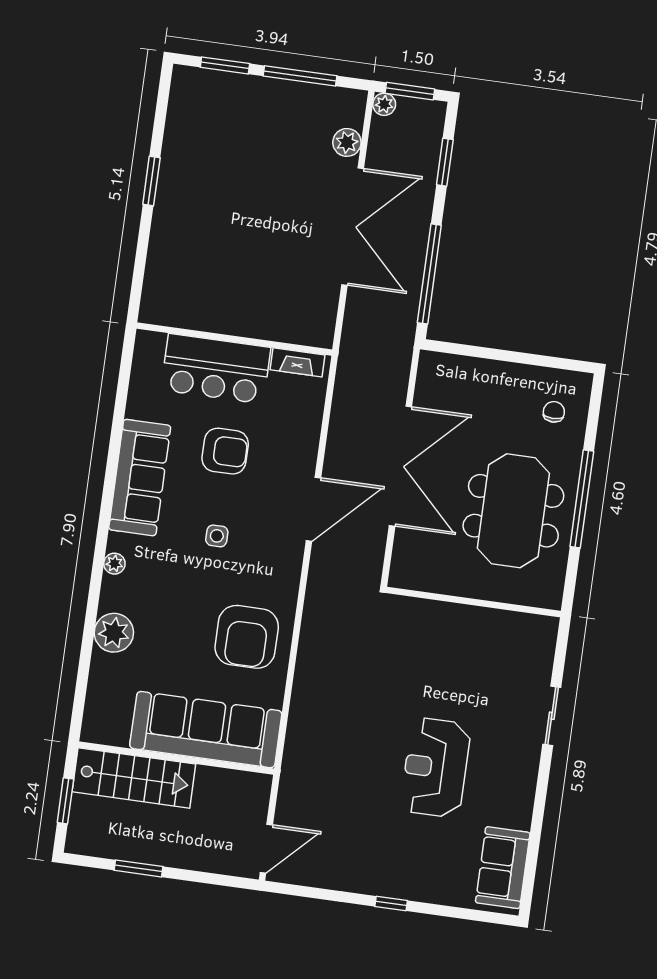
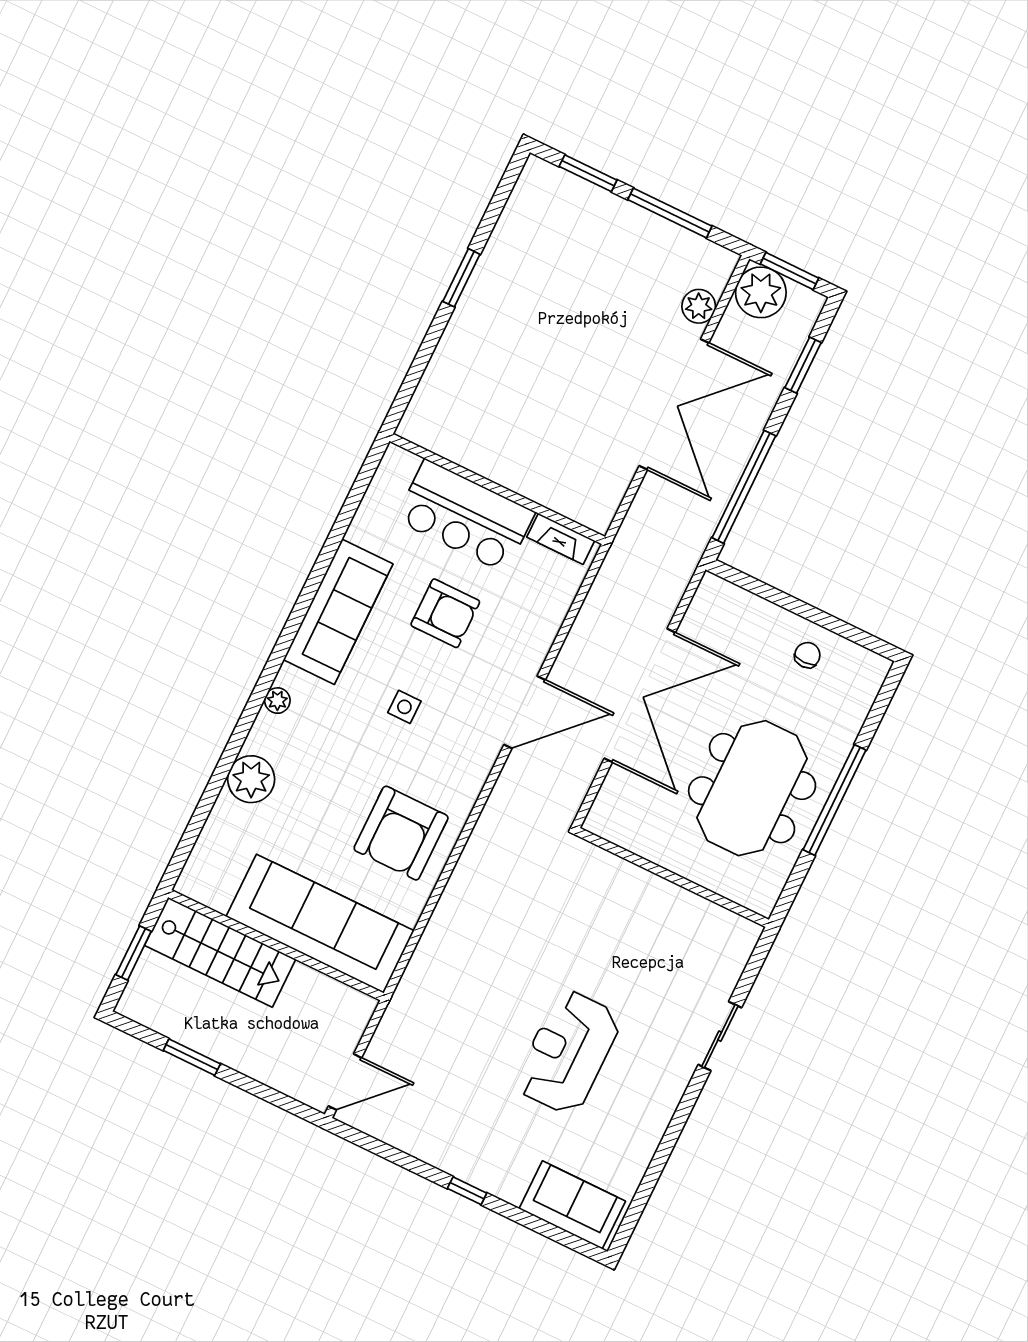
plant: (384, 104) -> (761, 292), width x1.88, depth x1.88
chair: (554, 412) -> (807, 655), moved
sofa: (503, 868) -> (572, 1205), moved, turned 90

